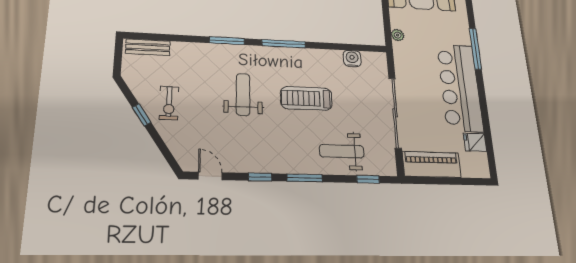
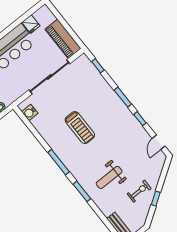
water cooler: (352, 59) -> (30, 113), moved
weight bench: (243, 94) -> (109, 177), moved
weight bench: (342, 151) -> (94, 89), removed

